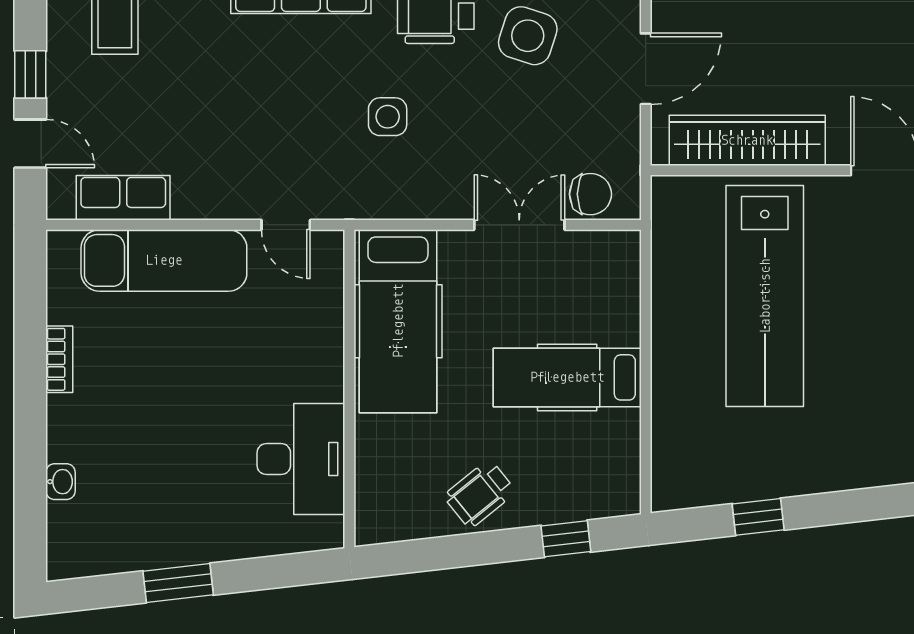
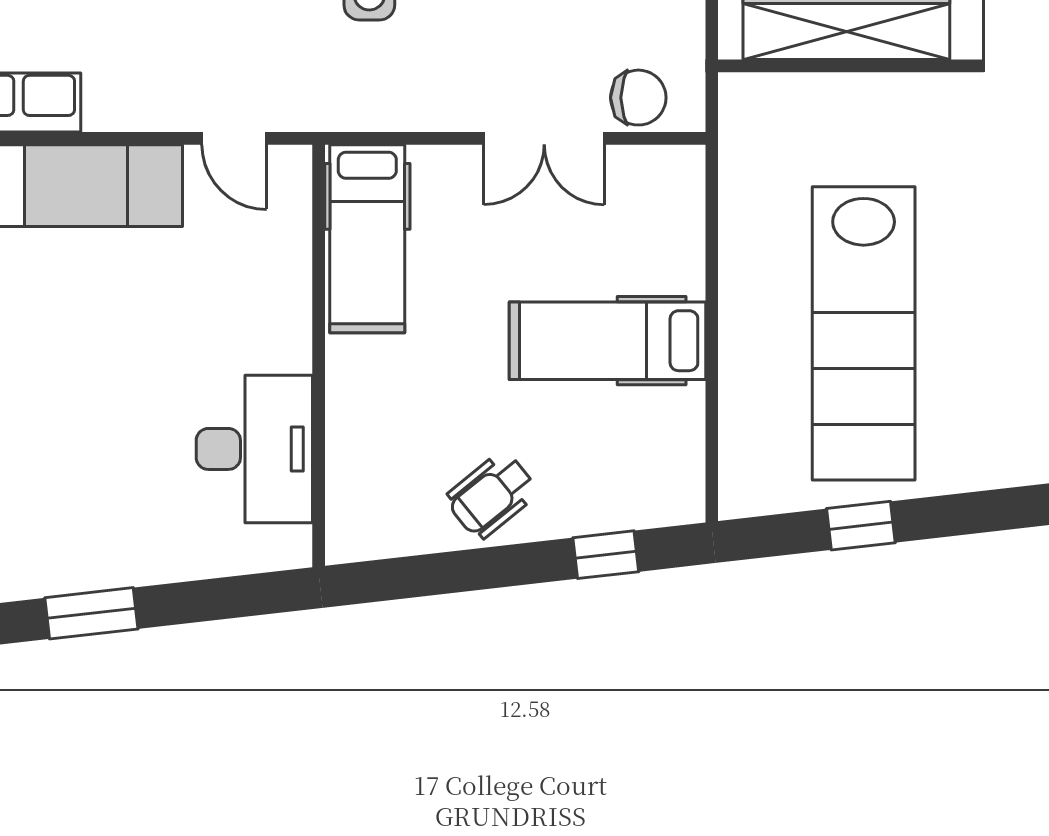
double door: (519, 225) -> (544, 138), swing flipped
lab bench: (765, 296) -> (864, 333), moved
hospital bed: (398, 321) -> (367, 239), width x0.73, depth x0.78

